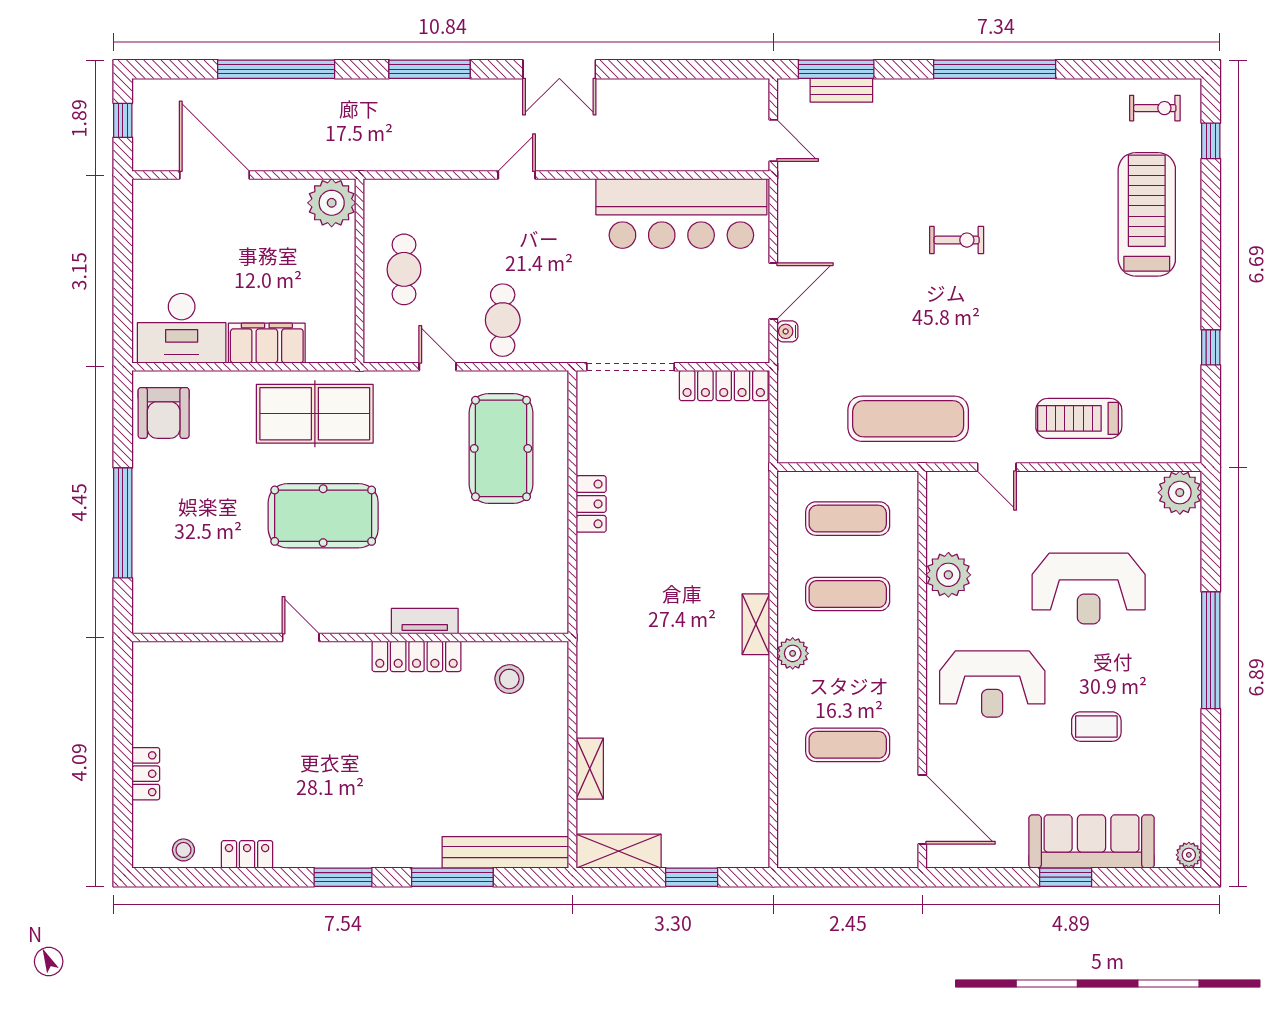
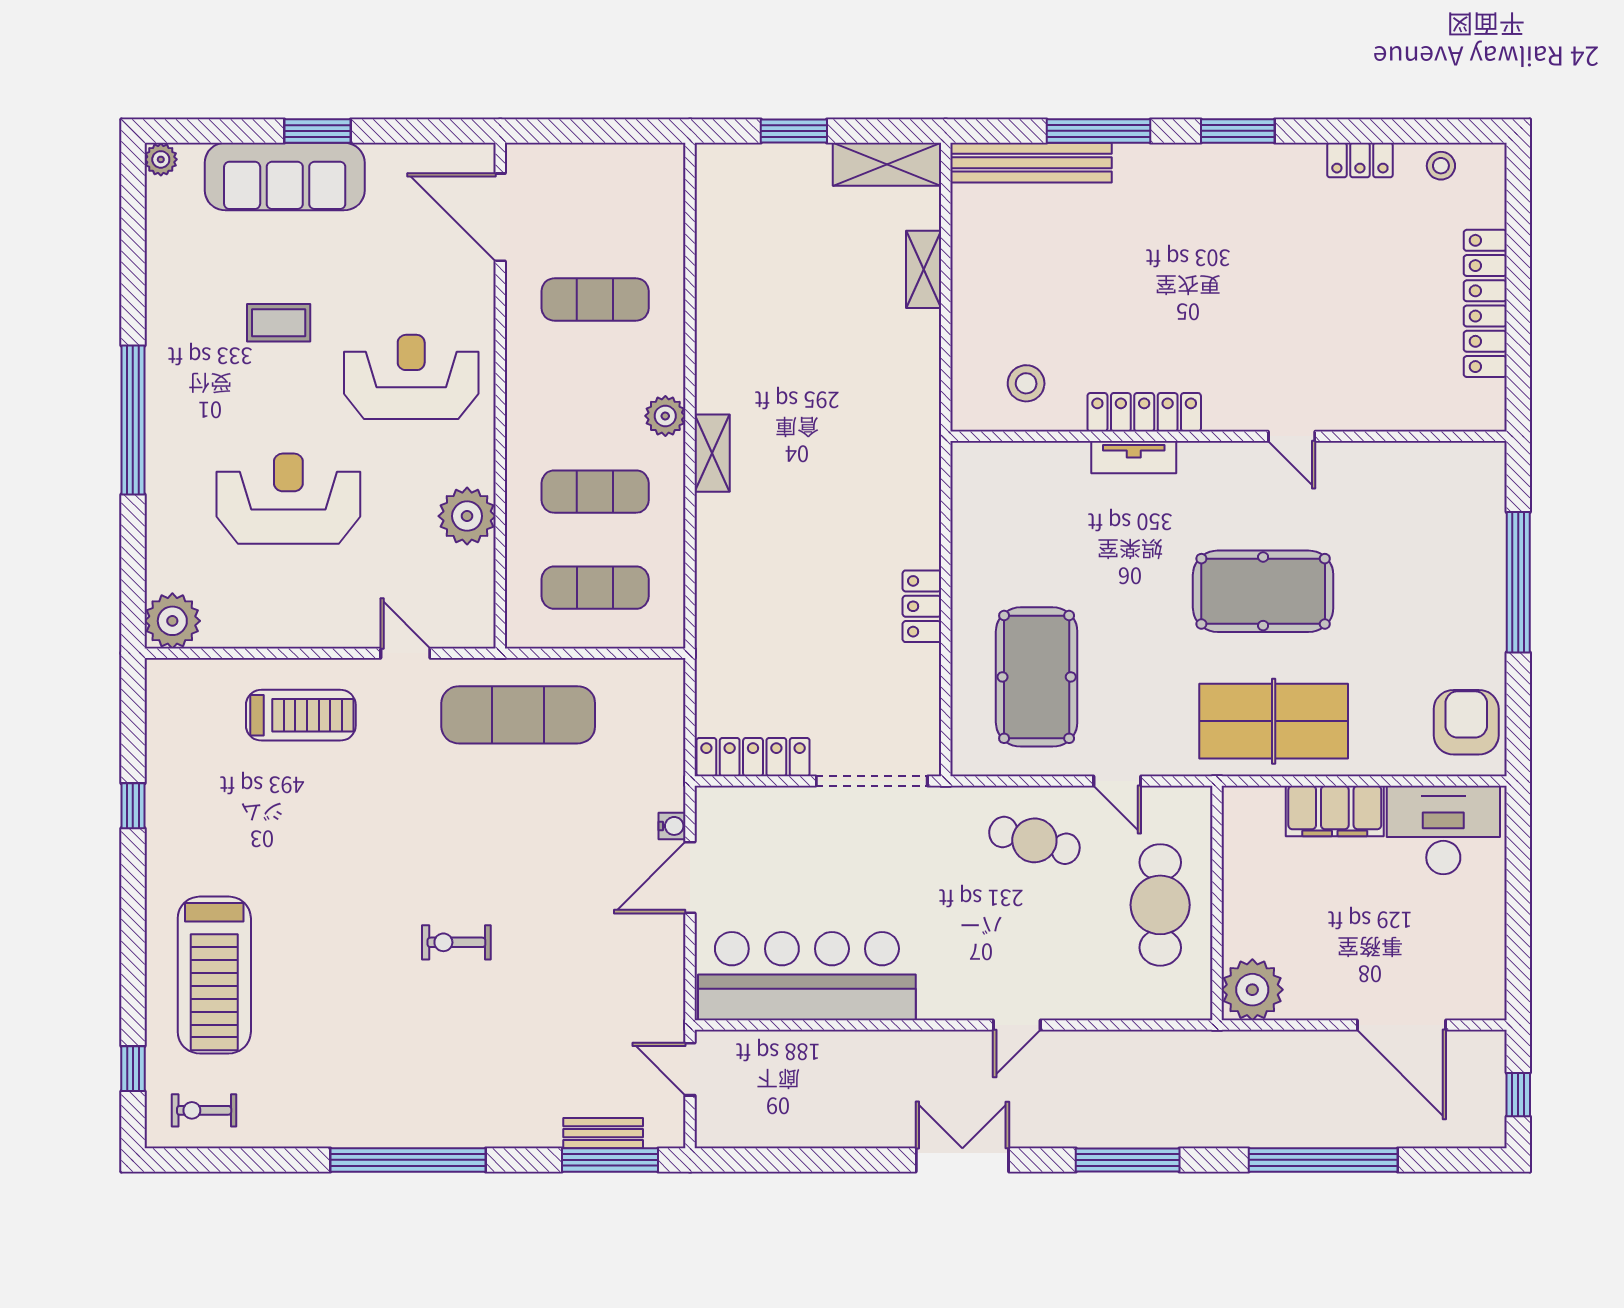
cafe table: (404, 269) -> (1160, 905), width x1.37, depth x1.35
cafe table: (503, 320) -> (1034, 840), turned -75
locker: (146, 774) -> (1485, 303), width x2.16, depth x1.21

